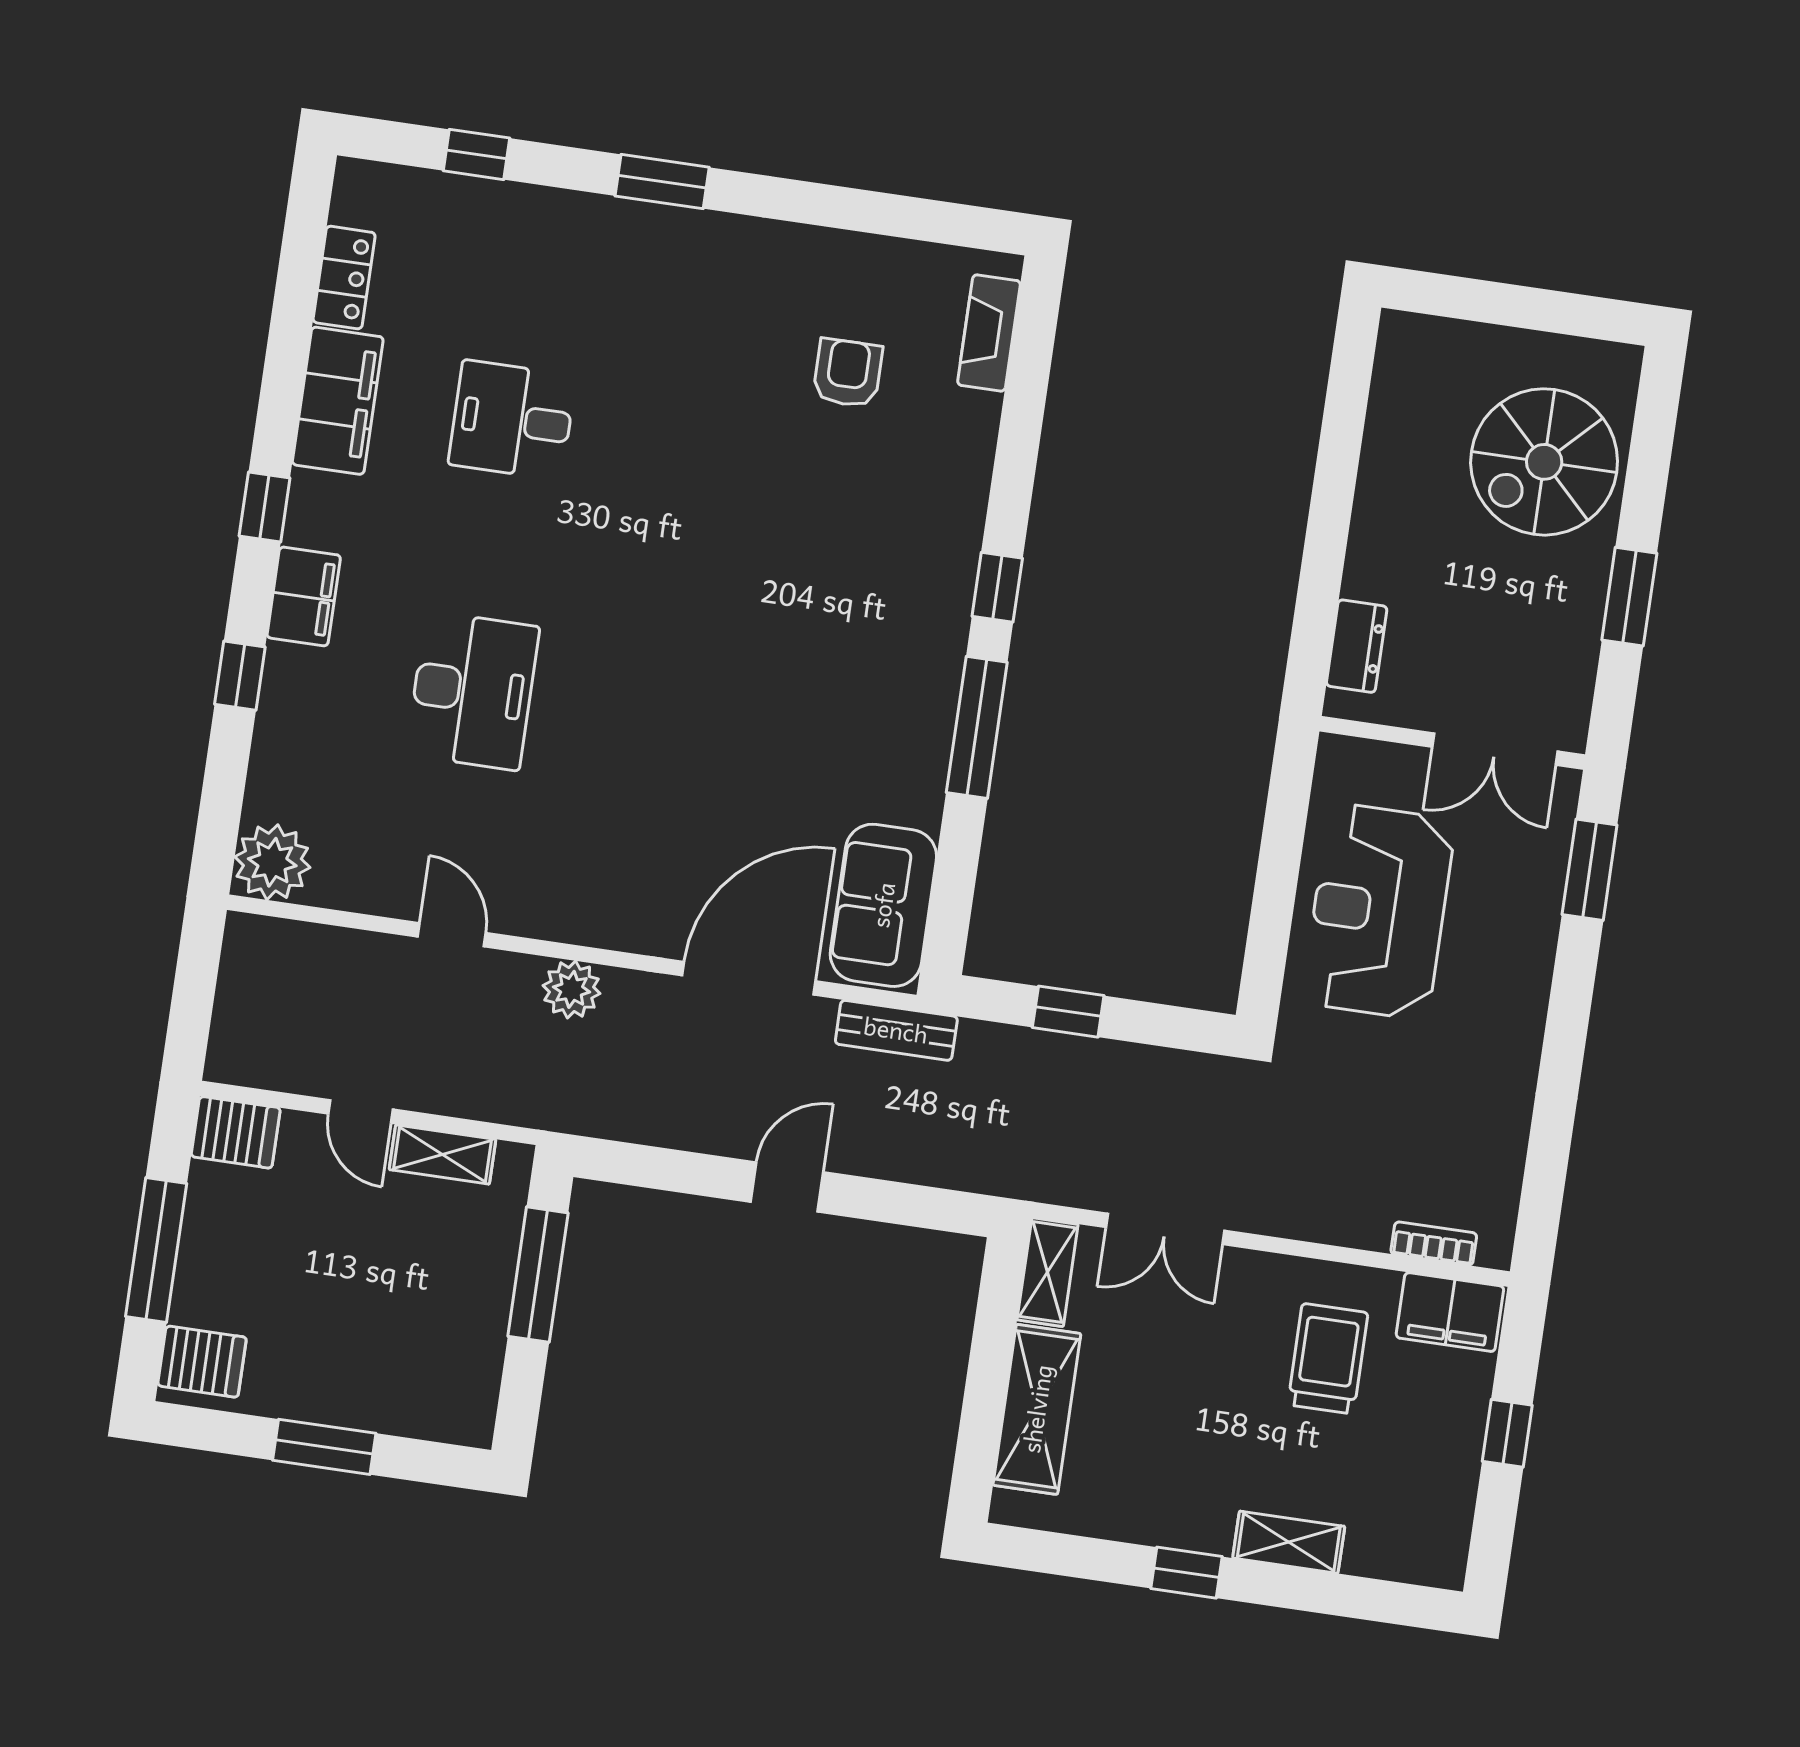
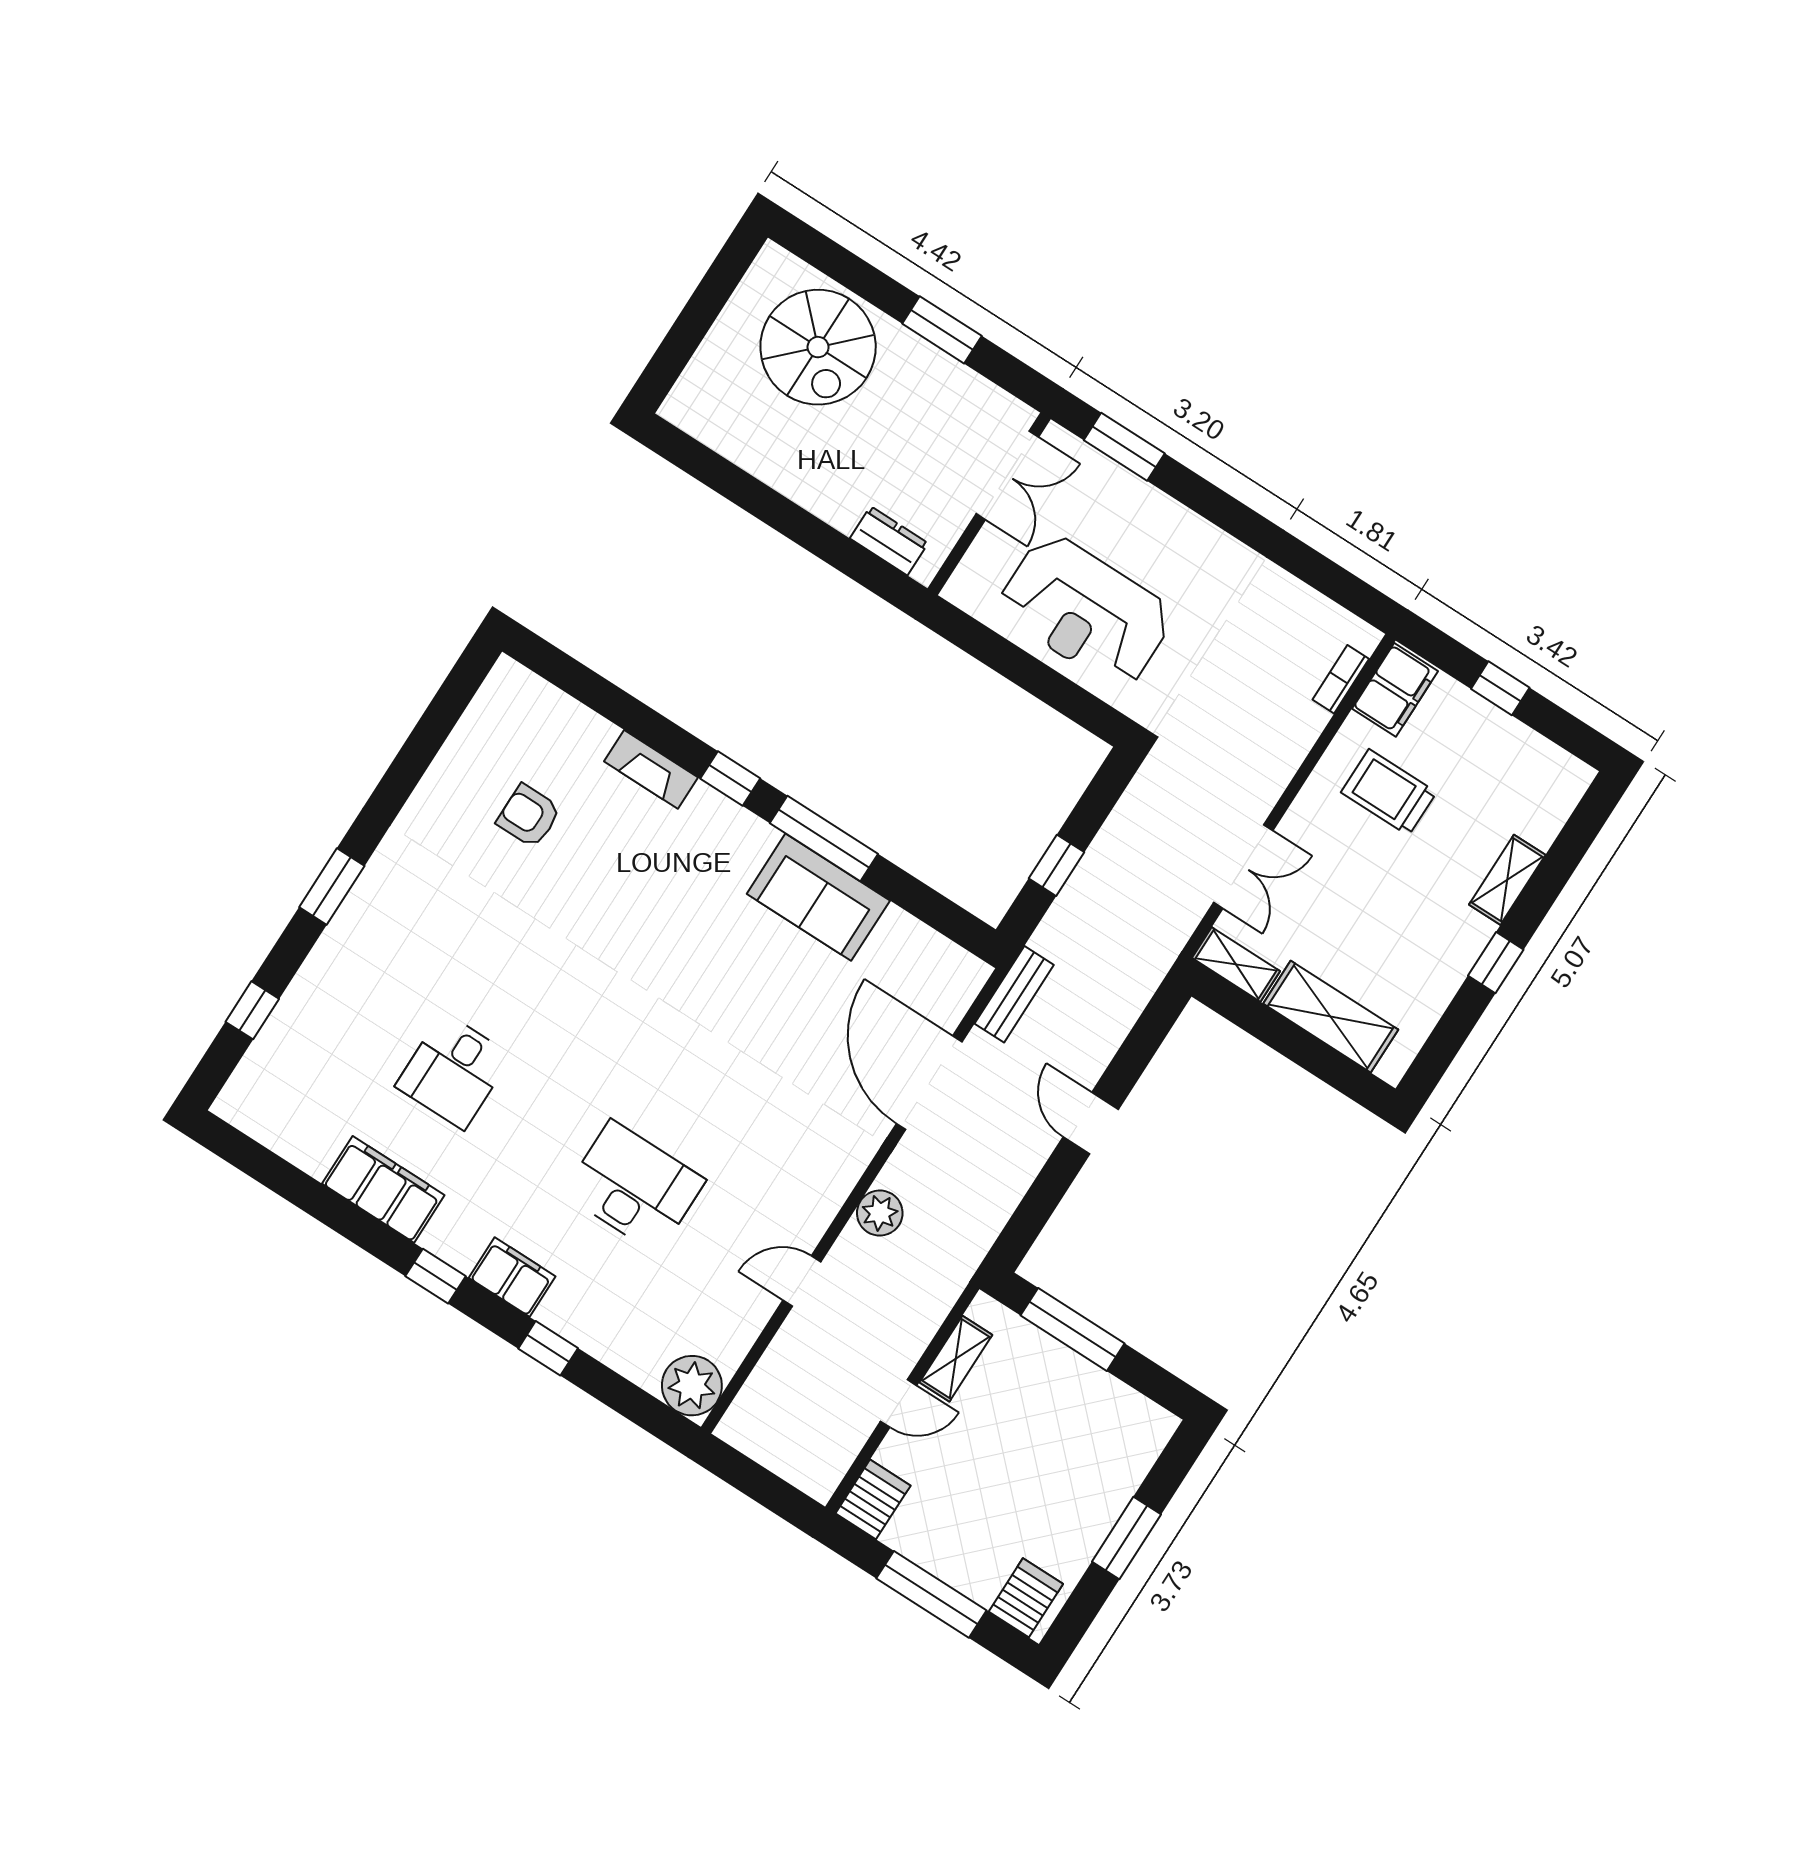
locker: (344, 278) -> (297, 1145), removed
fireplace: (989, 333) -> (651, 769), moved
sofa: (883, 905) -> (818, 897), moved

